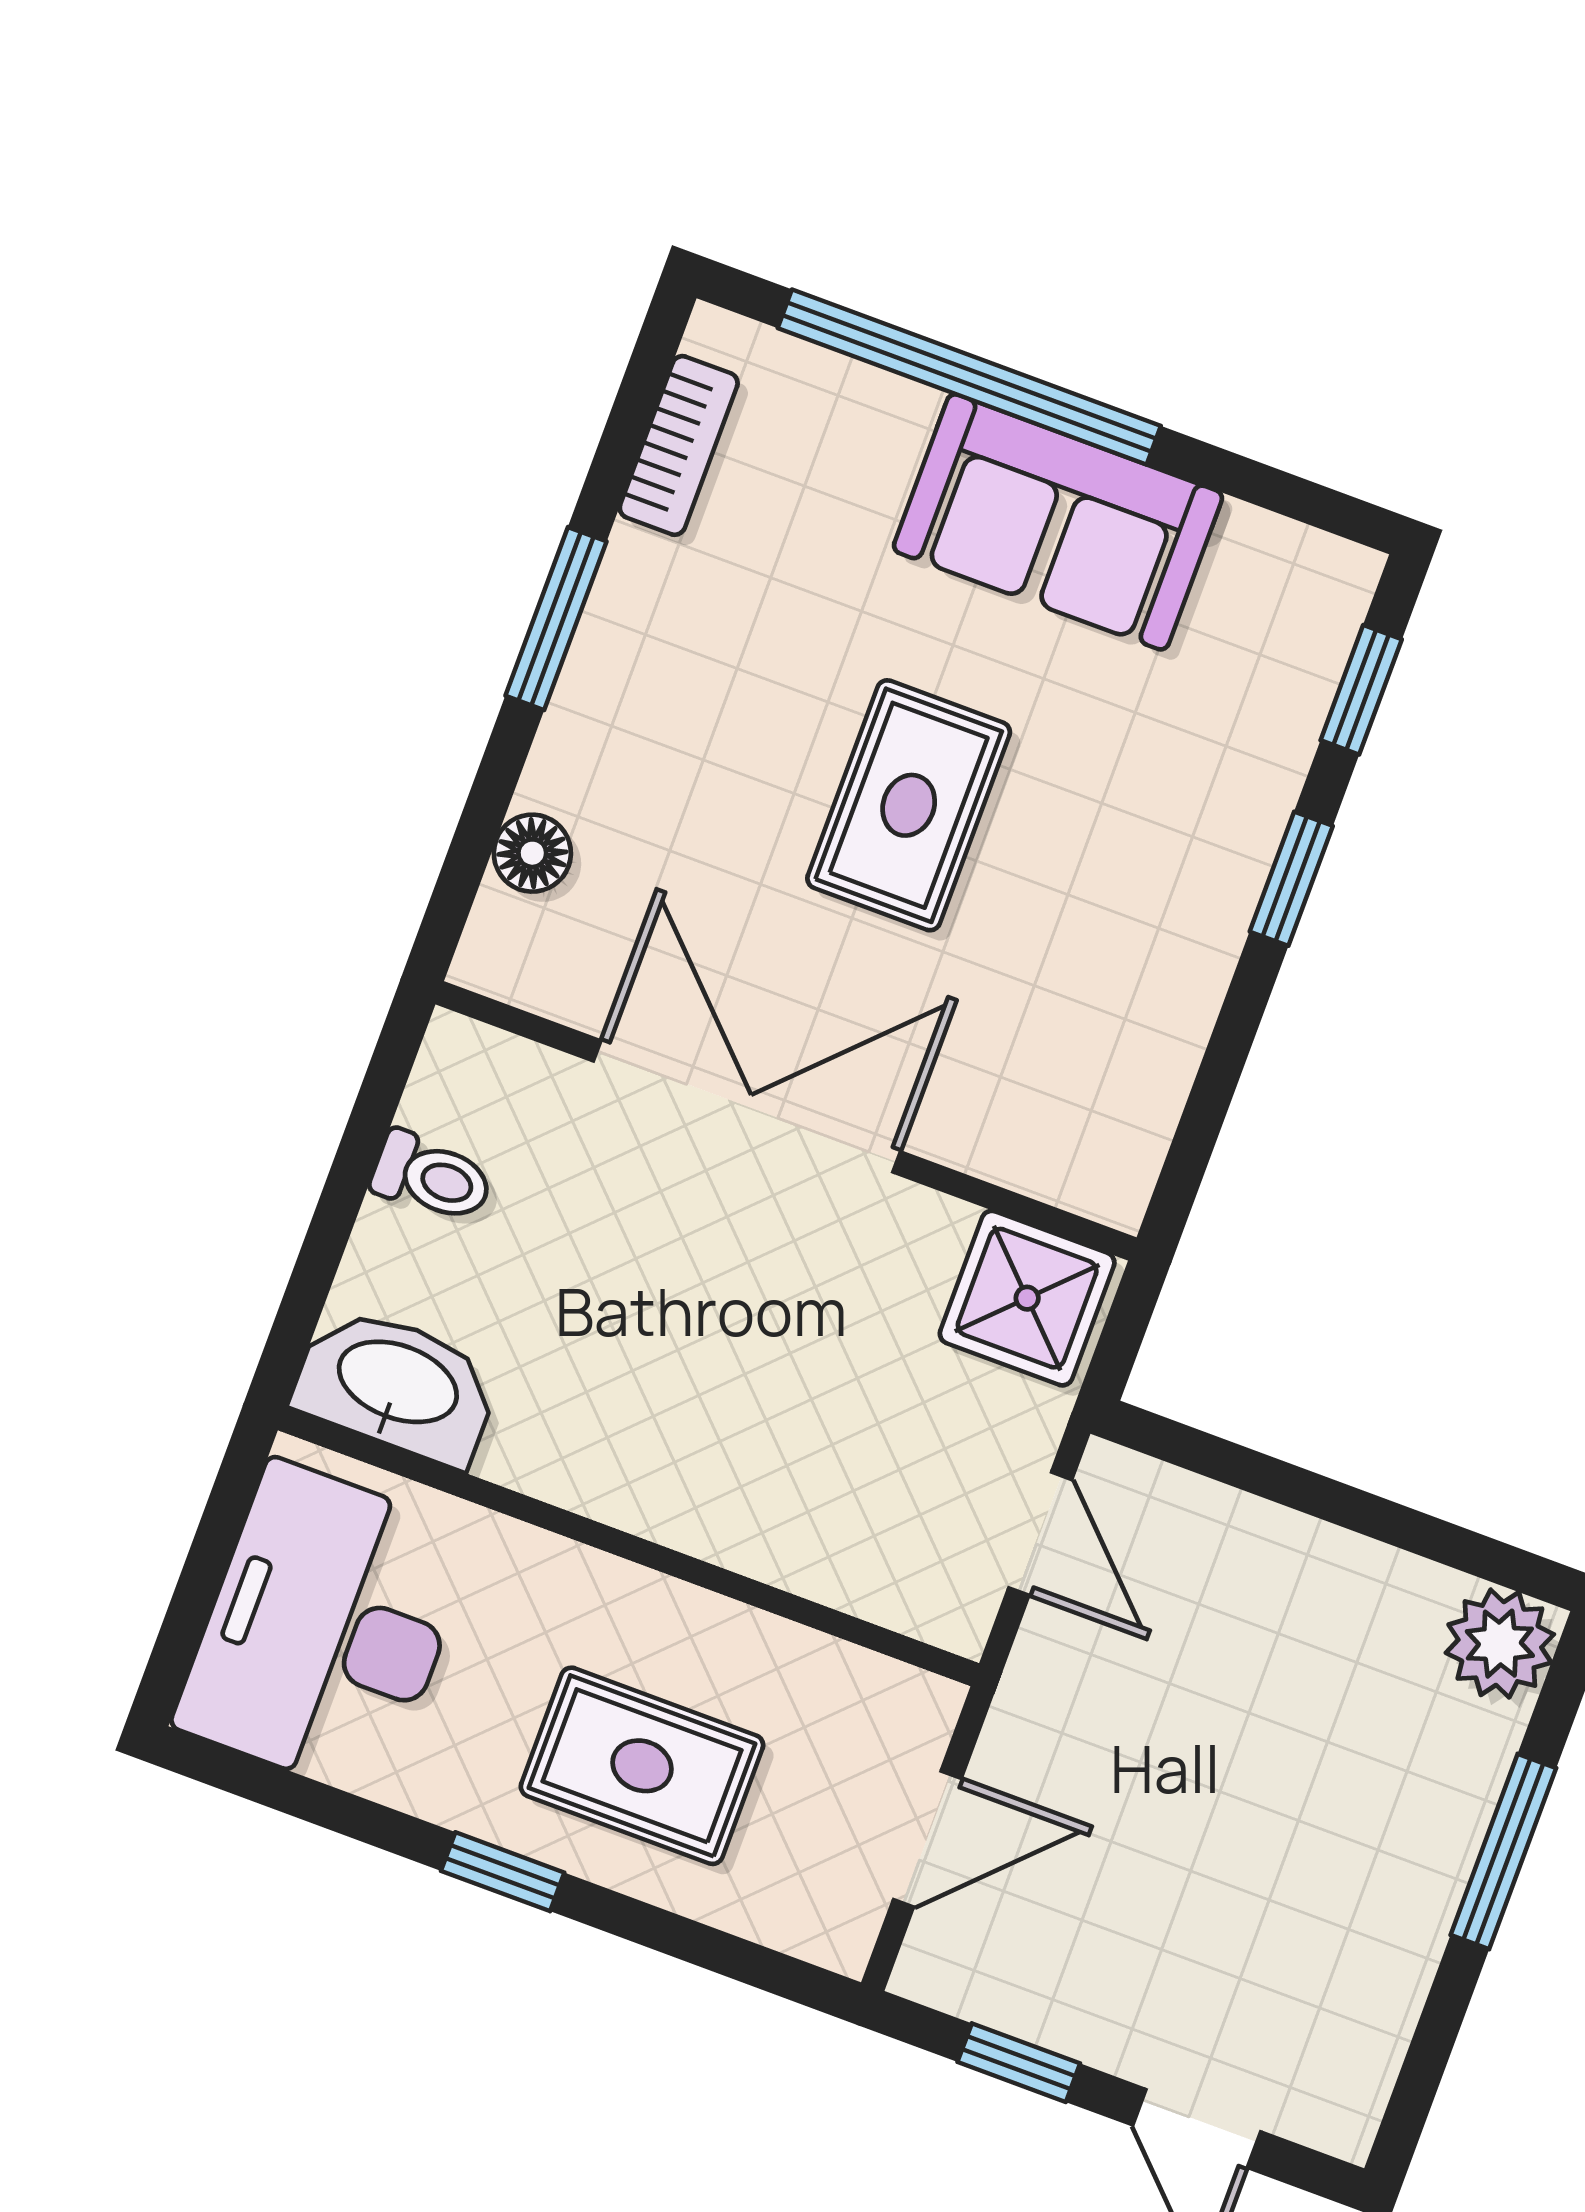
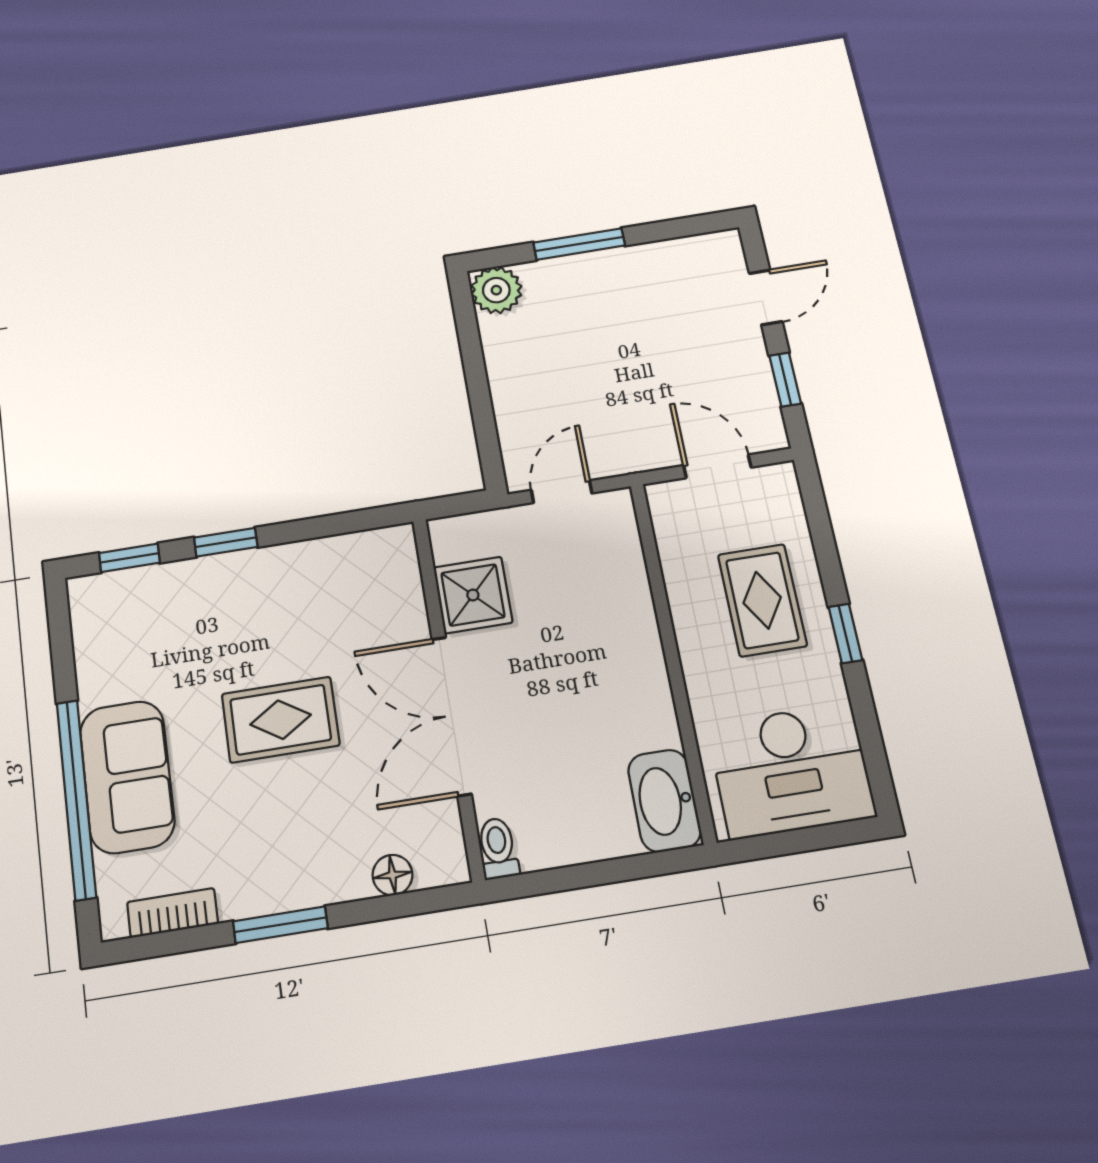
sofa: (1058, 522) -> (127, 777), moved
toilet: (432, 1177) -> (498, 848), moved
shower: (1027, 1298) -> (473, 595), moved

